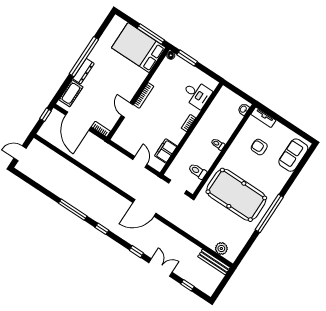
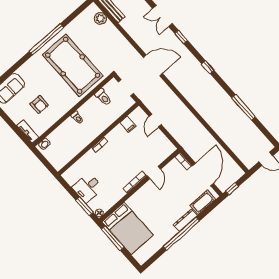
desk: (197, 94) -> (88, 188), moved, turned -90
filing cabinet: (166, 151) -> (128, 124), width x0.50
door: (144, 208) -> (153, 65), moved
window: (73, 210) -> (244, 107), moved

